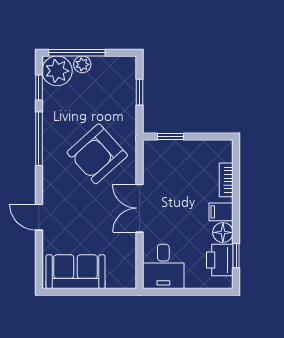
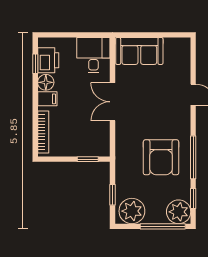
plant: (82, 64) -> (132, 211), moved, width x1.88, depth x1.88
armchair: (97, 154) -> (161, 157), moved, turned 132
bookcase: (226, 180) -> (43, 132), width x1.56
double door: (140, 208) -> (113, 102), swing flipped
sofa: (75, 272) -> (139, 51), moved

